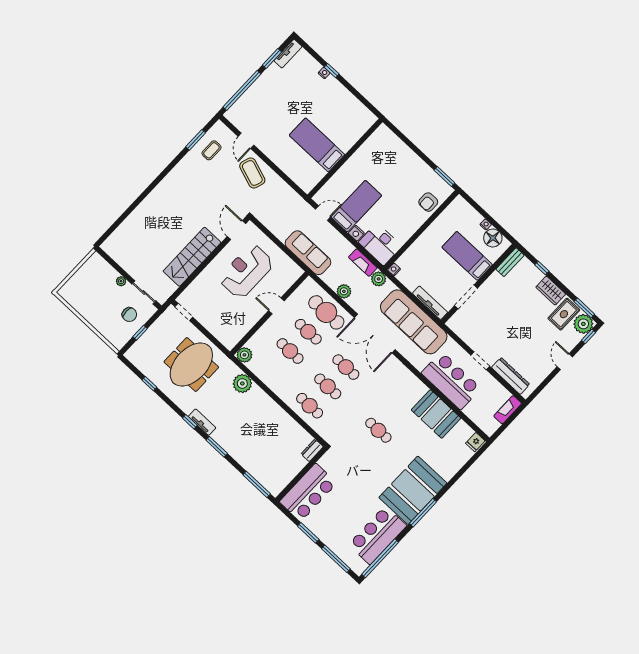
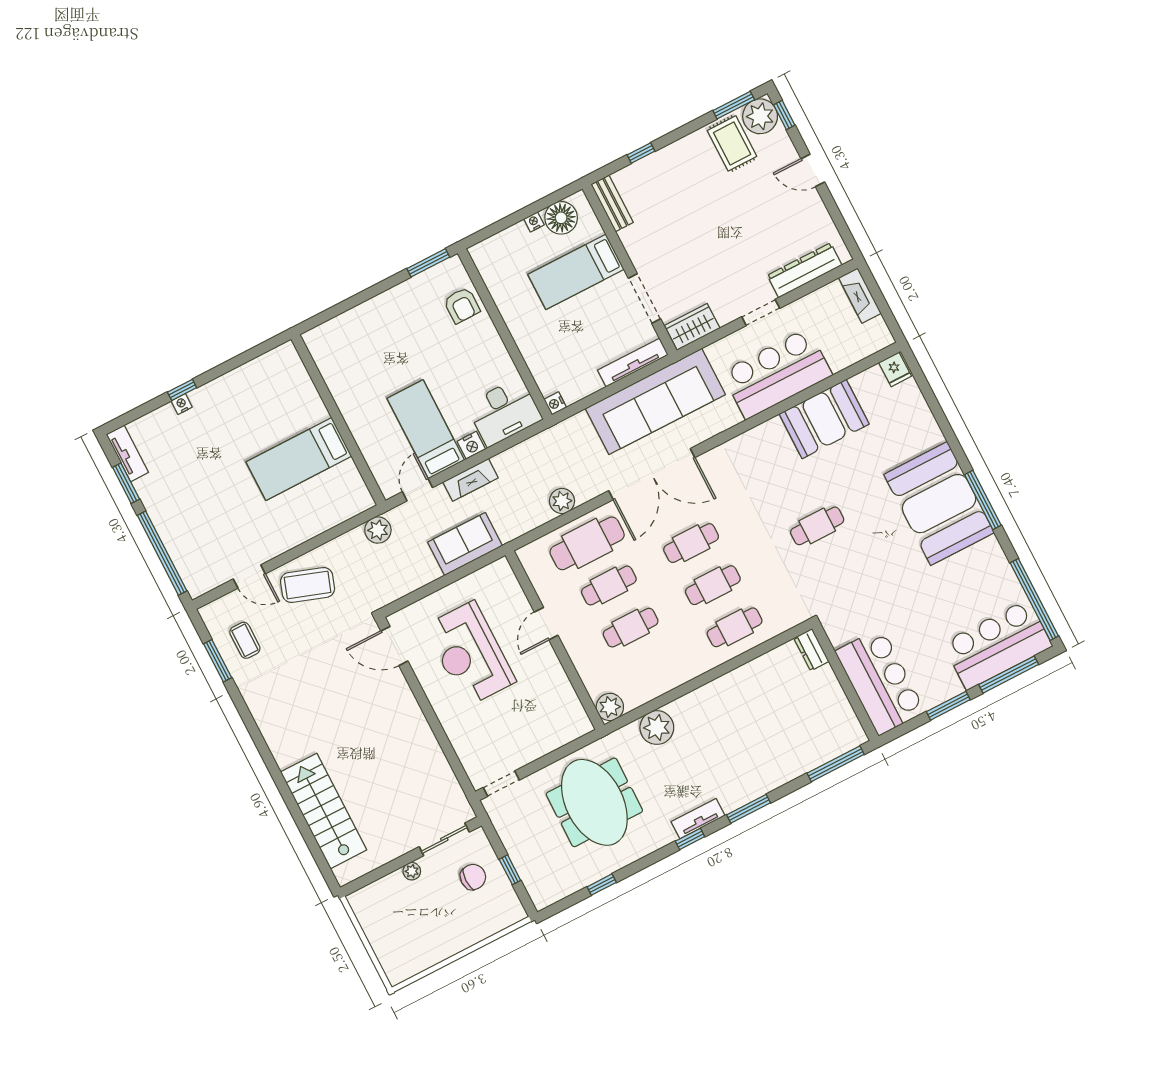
sofa: (308, 253) -> (465, 544), width x0.73
stairs: (192, 257) -> (324, 811), moved, turned 180
fireplace: (363, 263) -> (470, 480), moved
plant: (379, 279) -> (378, 530), moved
wardrobe: (551, 291) -> (692, 327), moved, turned 180
bar counter: (378, 535) -> (997, 645), moved, turned 90

